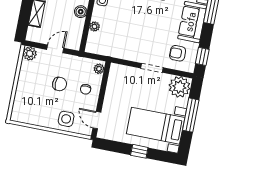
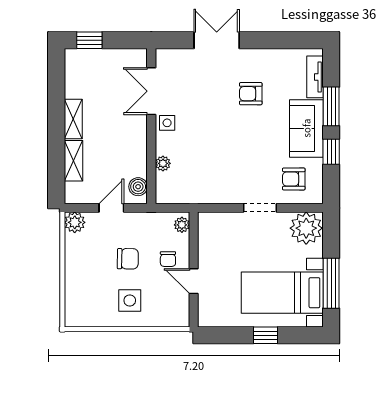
boiler: (81, 12) -> (138, 187), moved
window: (202, 56) -> (331, 152), moved
window: (191, 115) -> (331, 283), moved
side table: (66, 119) -> (130, 300), moved
door: (97, 120) -> (194, 281), moved

